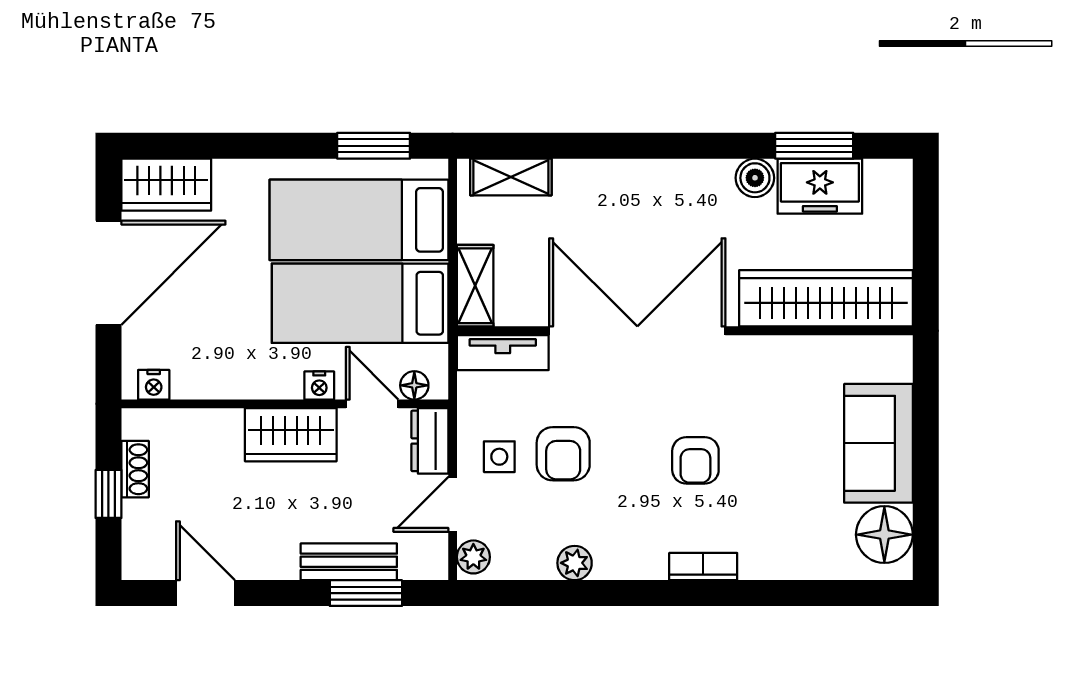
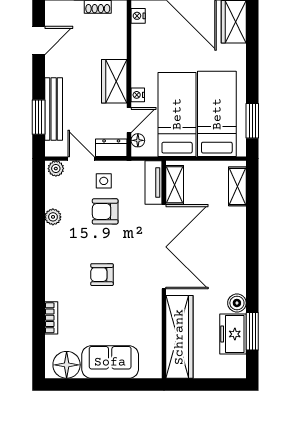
shelving: (475, 286) -> (175, 185), moved, turned 90
bench: (349, 562) -> (54, 109), width x1.36
bookcase: (703, 567) -> (51, 318), moved

